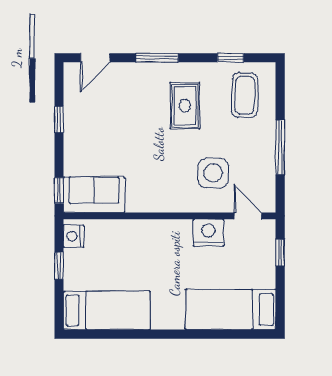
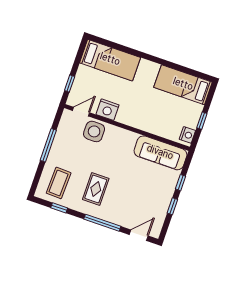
window: (157, 58) -> (102, 223), width x1.44
side table: (213, 173) -> (94, 131), moved
window: (59, 190) -> (181, 183), moved
sofa: (94, 195) -> (160, 153), width x1.36
door: (248, 216) -> (81, 112), swing flipped

